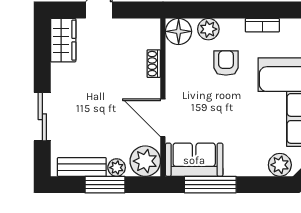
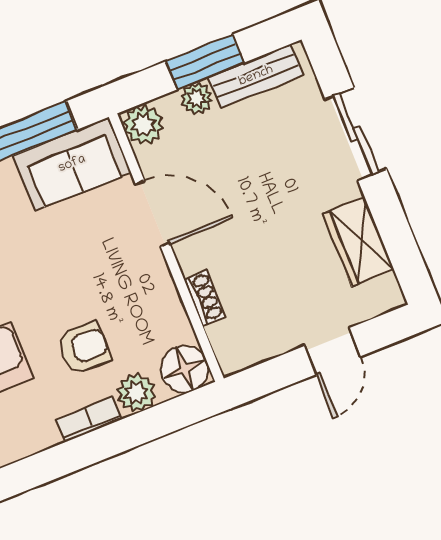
bookcase: (262, 25) -> (89, 419), moved
wardrobe: (63, 40) -> (358, 242), moved
armchair: (226, 63) -> (84, 348), turned -90
plant: (145, 161) -> (143, 125), width x0.73, depth x0.73

